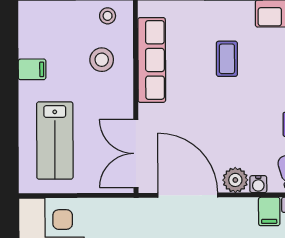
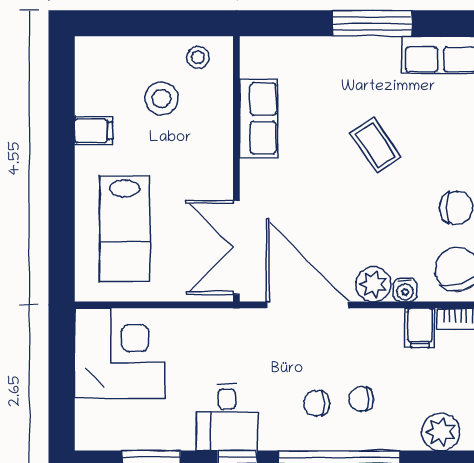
coffee table: (227, 59) -> (375, 145), moved, turned -34
stool: (102, 60) -> (162, 98), moved
row of seats: (152, 60) -> (259, 118), width x0.68

